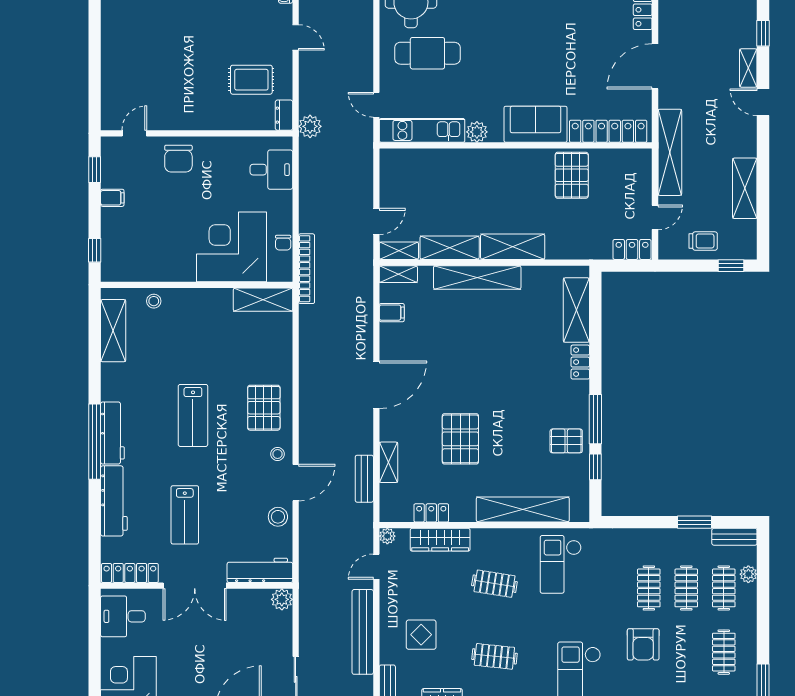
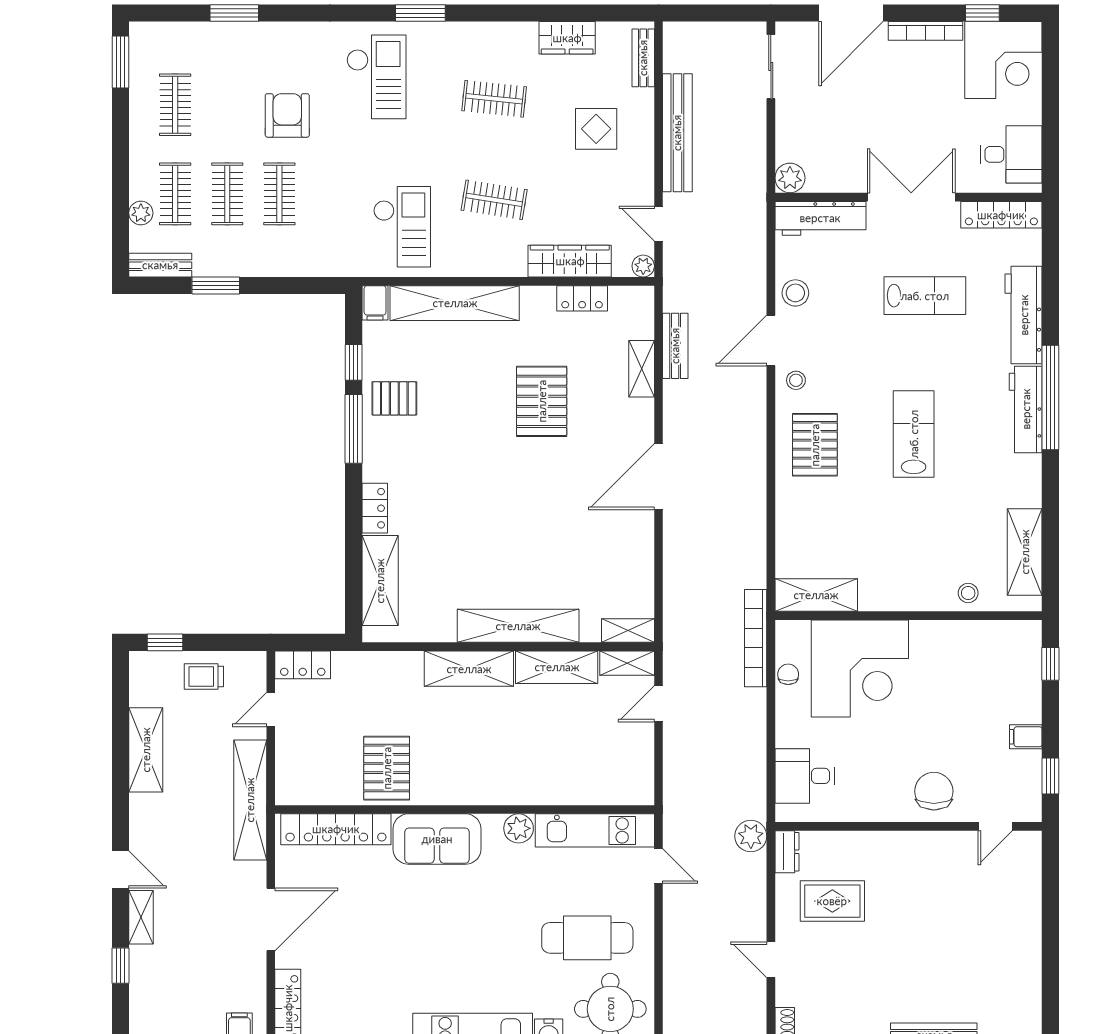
filing cabinet: (392, 313) -> (375, 303), moved, turned -90
lab bench: (185, 515) -> (925, 296), turned 90
door: (376, 567) -> (658, 224), swing flipped

